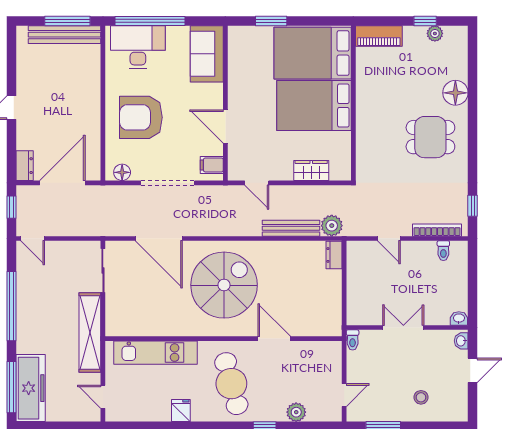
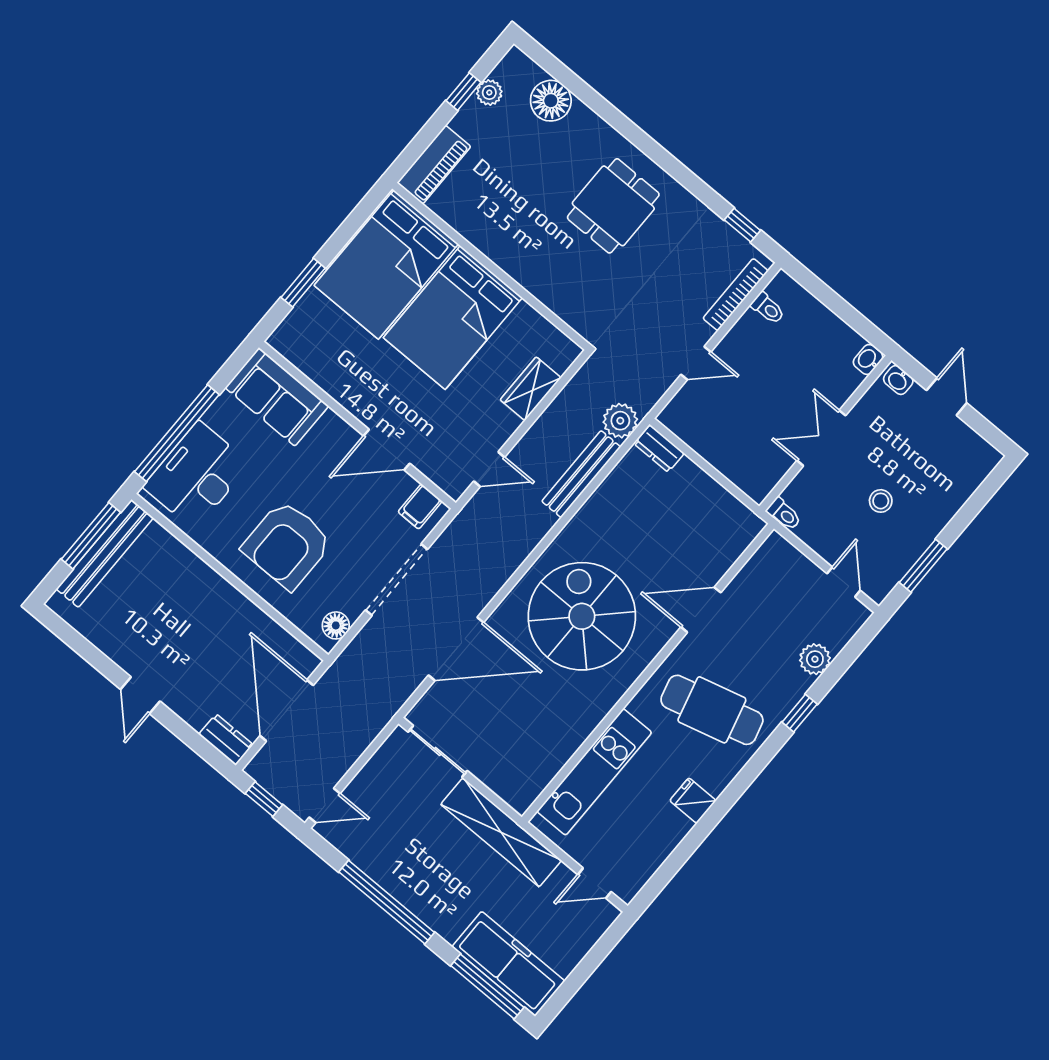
floor lamp: (455, 93) -> (551, 101), moved
stool: (421, 397) -> (881, 501), moved

